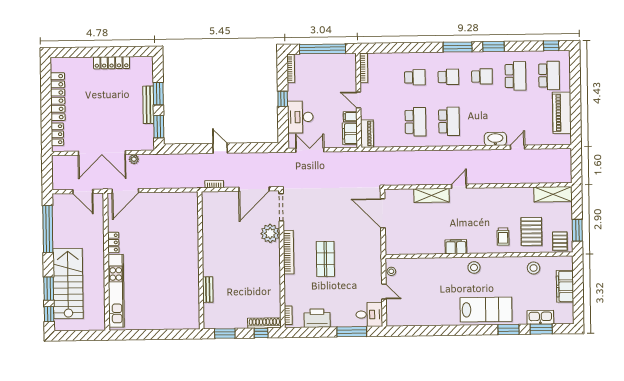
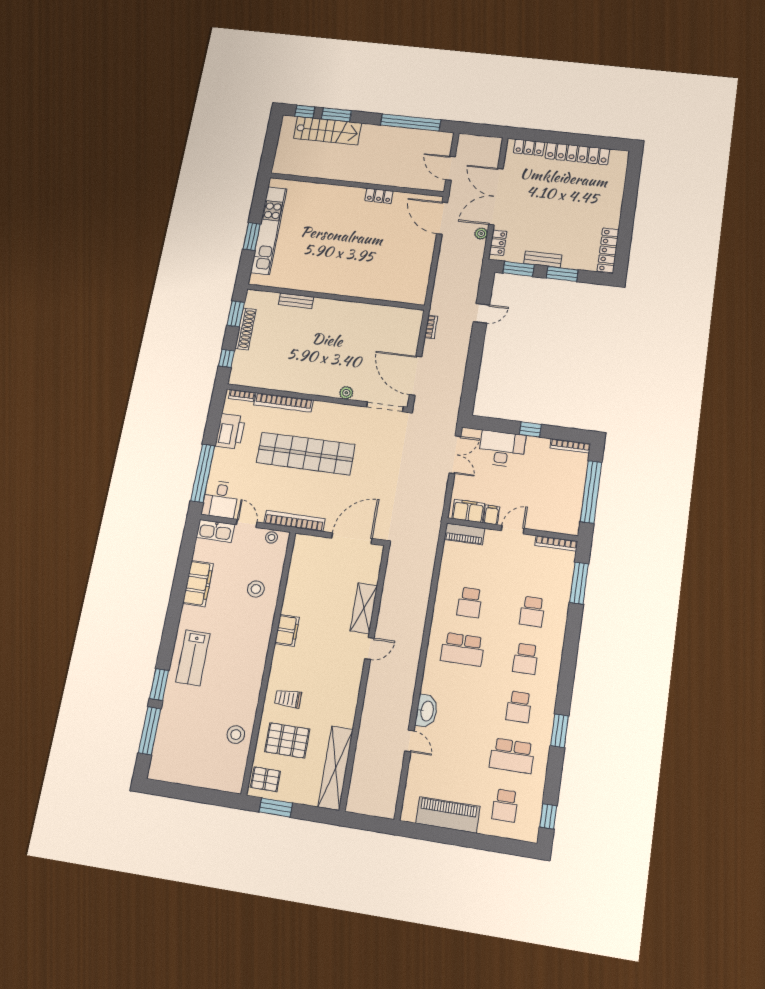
window: (458, 47) -> (579, 583), moved
locker: (112, 63) -> (608, 250), moved
school desk: (549, 75) -> (505, 805), width x0.54
bench: (148, 105) -> (543, 259), width x0.73
school desk: (415, 122) -> (470, 602), width x0.54
locker: (140, 145) -> (498, 243), added
door: (220, 148) -> (481, 313), moved
door: (459, 186) -> (369, 648), hinge flipped
door: (83, 191) -> (451, 168), hinge flipped
shelving: (553, 194) -> (336, 768), width x1.47
plant: (270, 233) -> (346, 393), width x0.53, depth x0.53
bookcase: (289, 252) -> (283, 402), moved
bookcase: (377, 257) -> (294, 521), added
shop shelf: (325, 259) -> (306, 454), width x2.00, depth x1.36
stool: (474, 267) -> (256, 589), moved
stairs: (68, 284) -> (327, 131), width x0.73, depth x0.66
filing cabinet: (565, 286) -> (198, 584), moved, turned 90
kitchen unit: (116, 291) -> (269, 231), moved, turned -90
door: (384, 292) -> (247, 523), swing flipped
lab bench: (486, 310) -> (193, 658), width x0.73, depth x0.72
kitchen sink: (540, 317) -> (215, 531), moved, turned 90
shoe rack: (264, 323) -> (246, 329), moved
window: (541, 329) -> (150, 731), width x1.44
window: (352, 332) -> (203, 473), width x1.46
window: (160, 334) -> (252, 236), added

